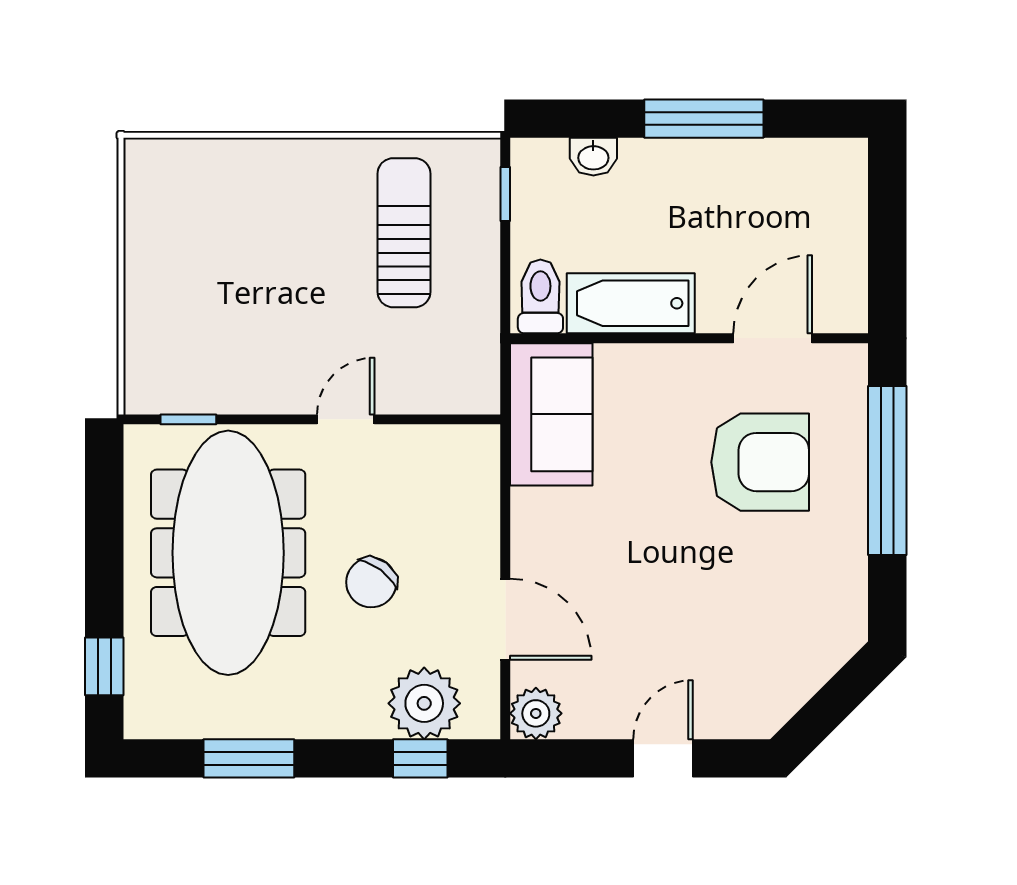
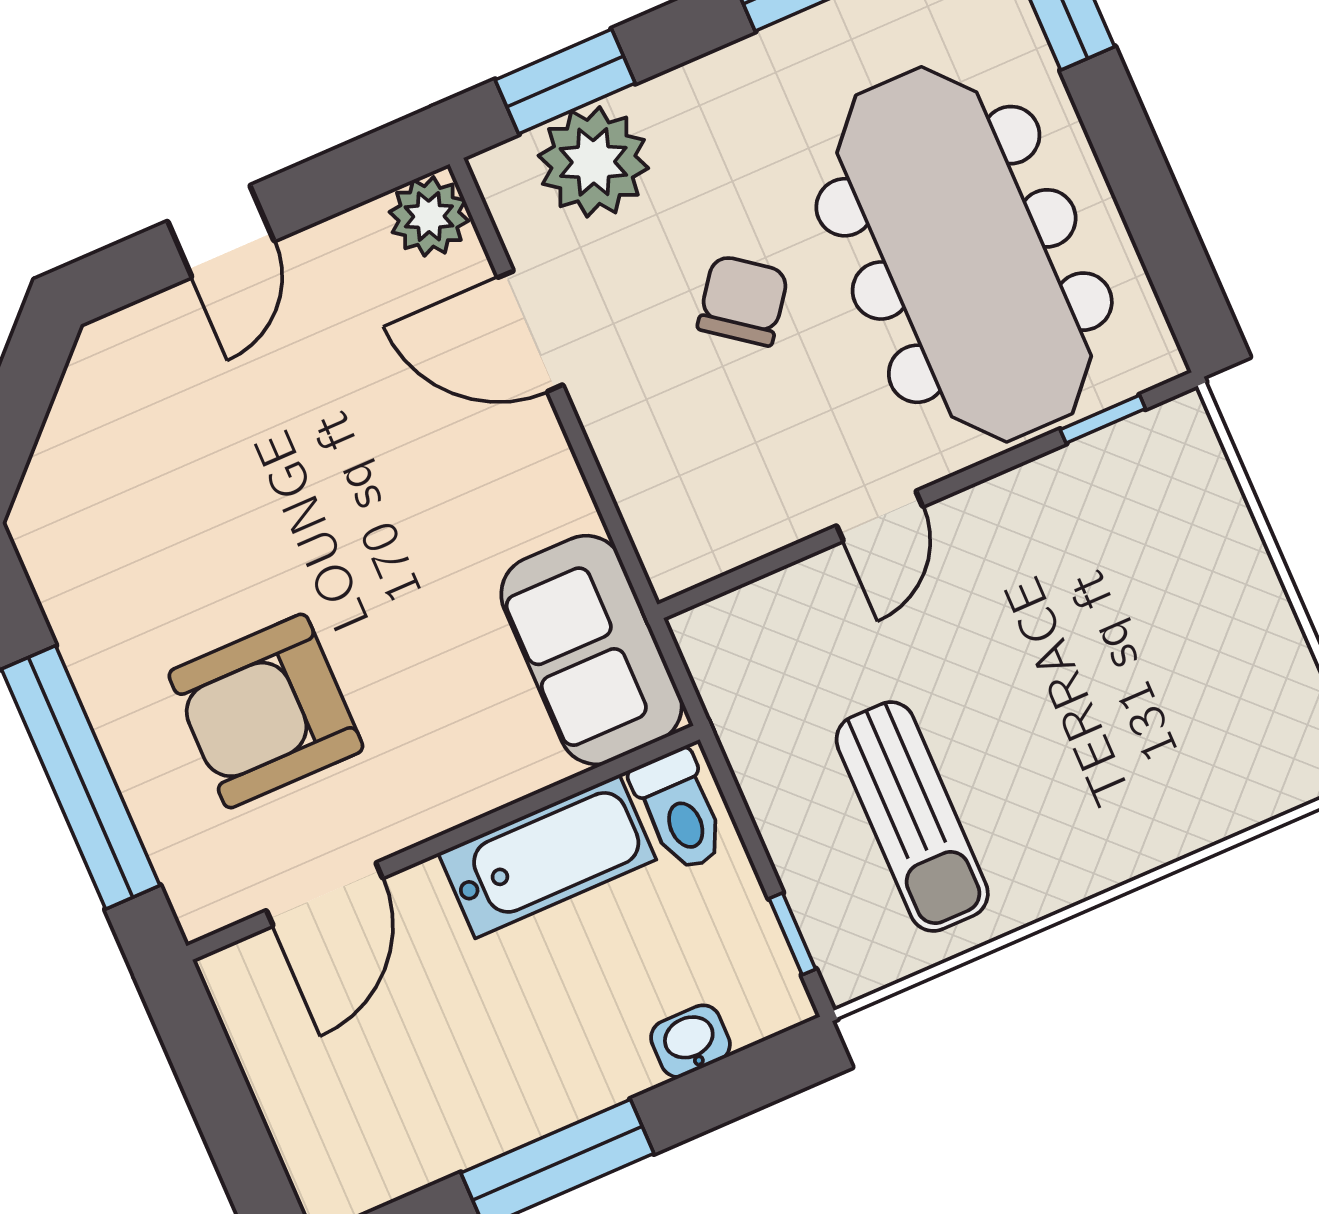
window: (420, 758) -> (565, 82), width x1.50

